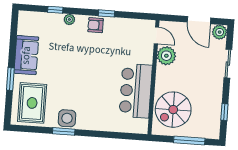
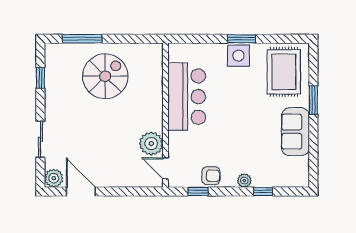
door: (156, 35) -> (166, 168), moved
plant: (166, 56) -> (151, 144), moved
wall: (153, 77) -> (166, 115), moved
bar counter: (136, 91) -> (187, 97), moved

